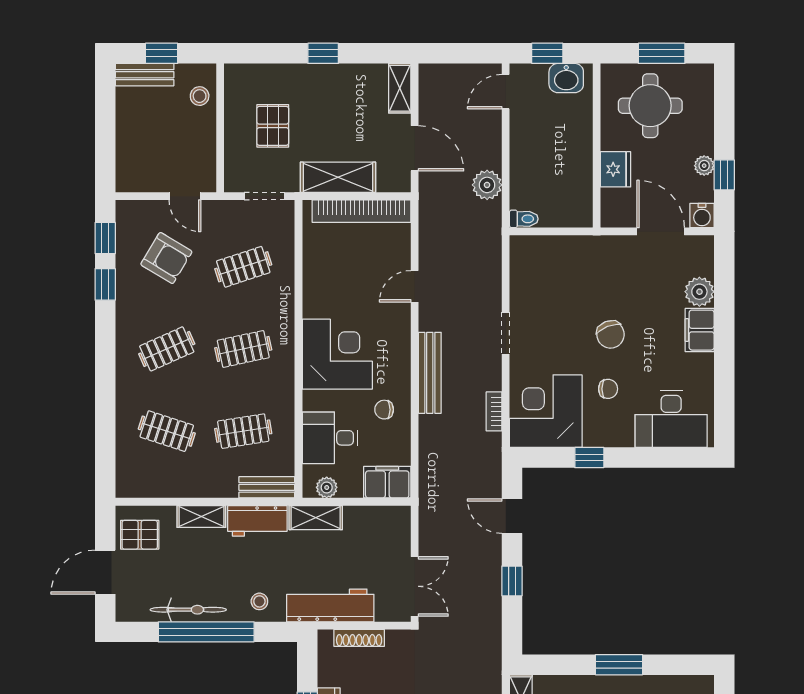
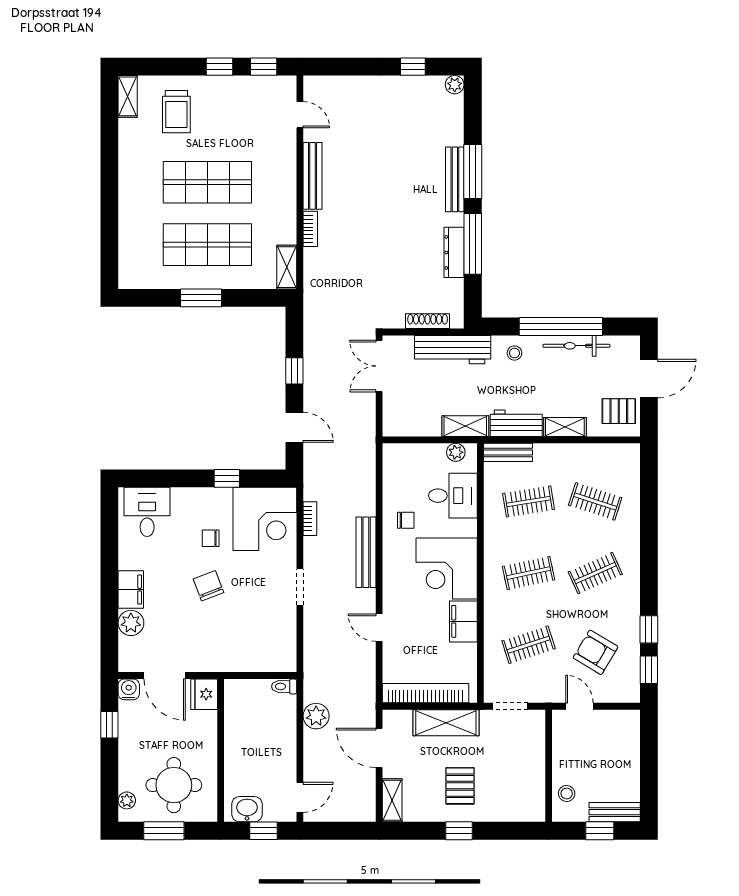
pallet: (273, 126) -> (460, 786), moved
plant: (704, 166) -> (127, 800), moved
fridge: (616, 169) -> (204, 694), moved
door: (415, 286) -> (379, 628), swing flipped
desk: (671, 419) -> (147, 512), width x0.73
filing cabinet: (387, 482) -> (463, 621), moved, turned 90

